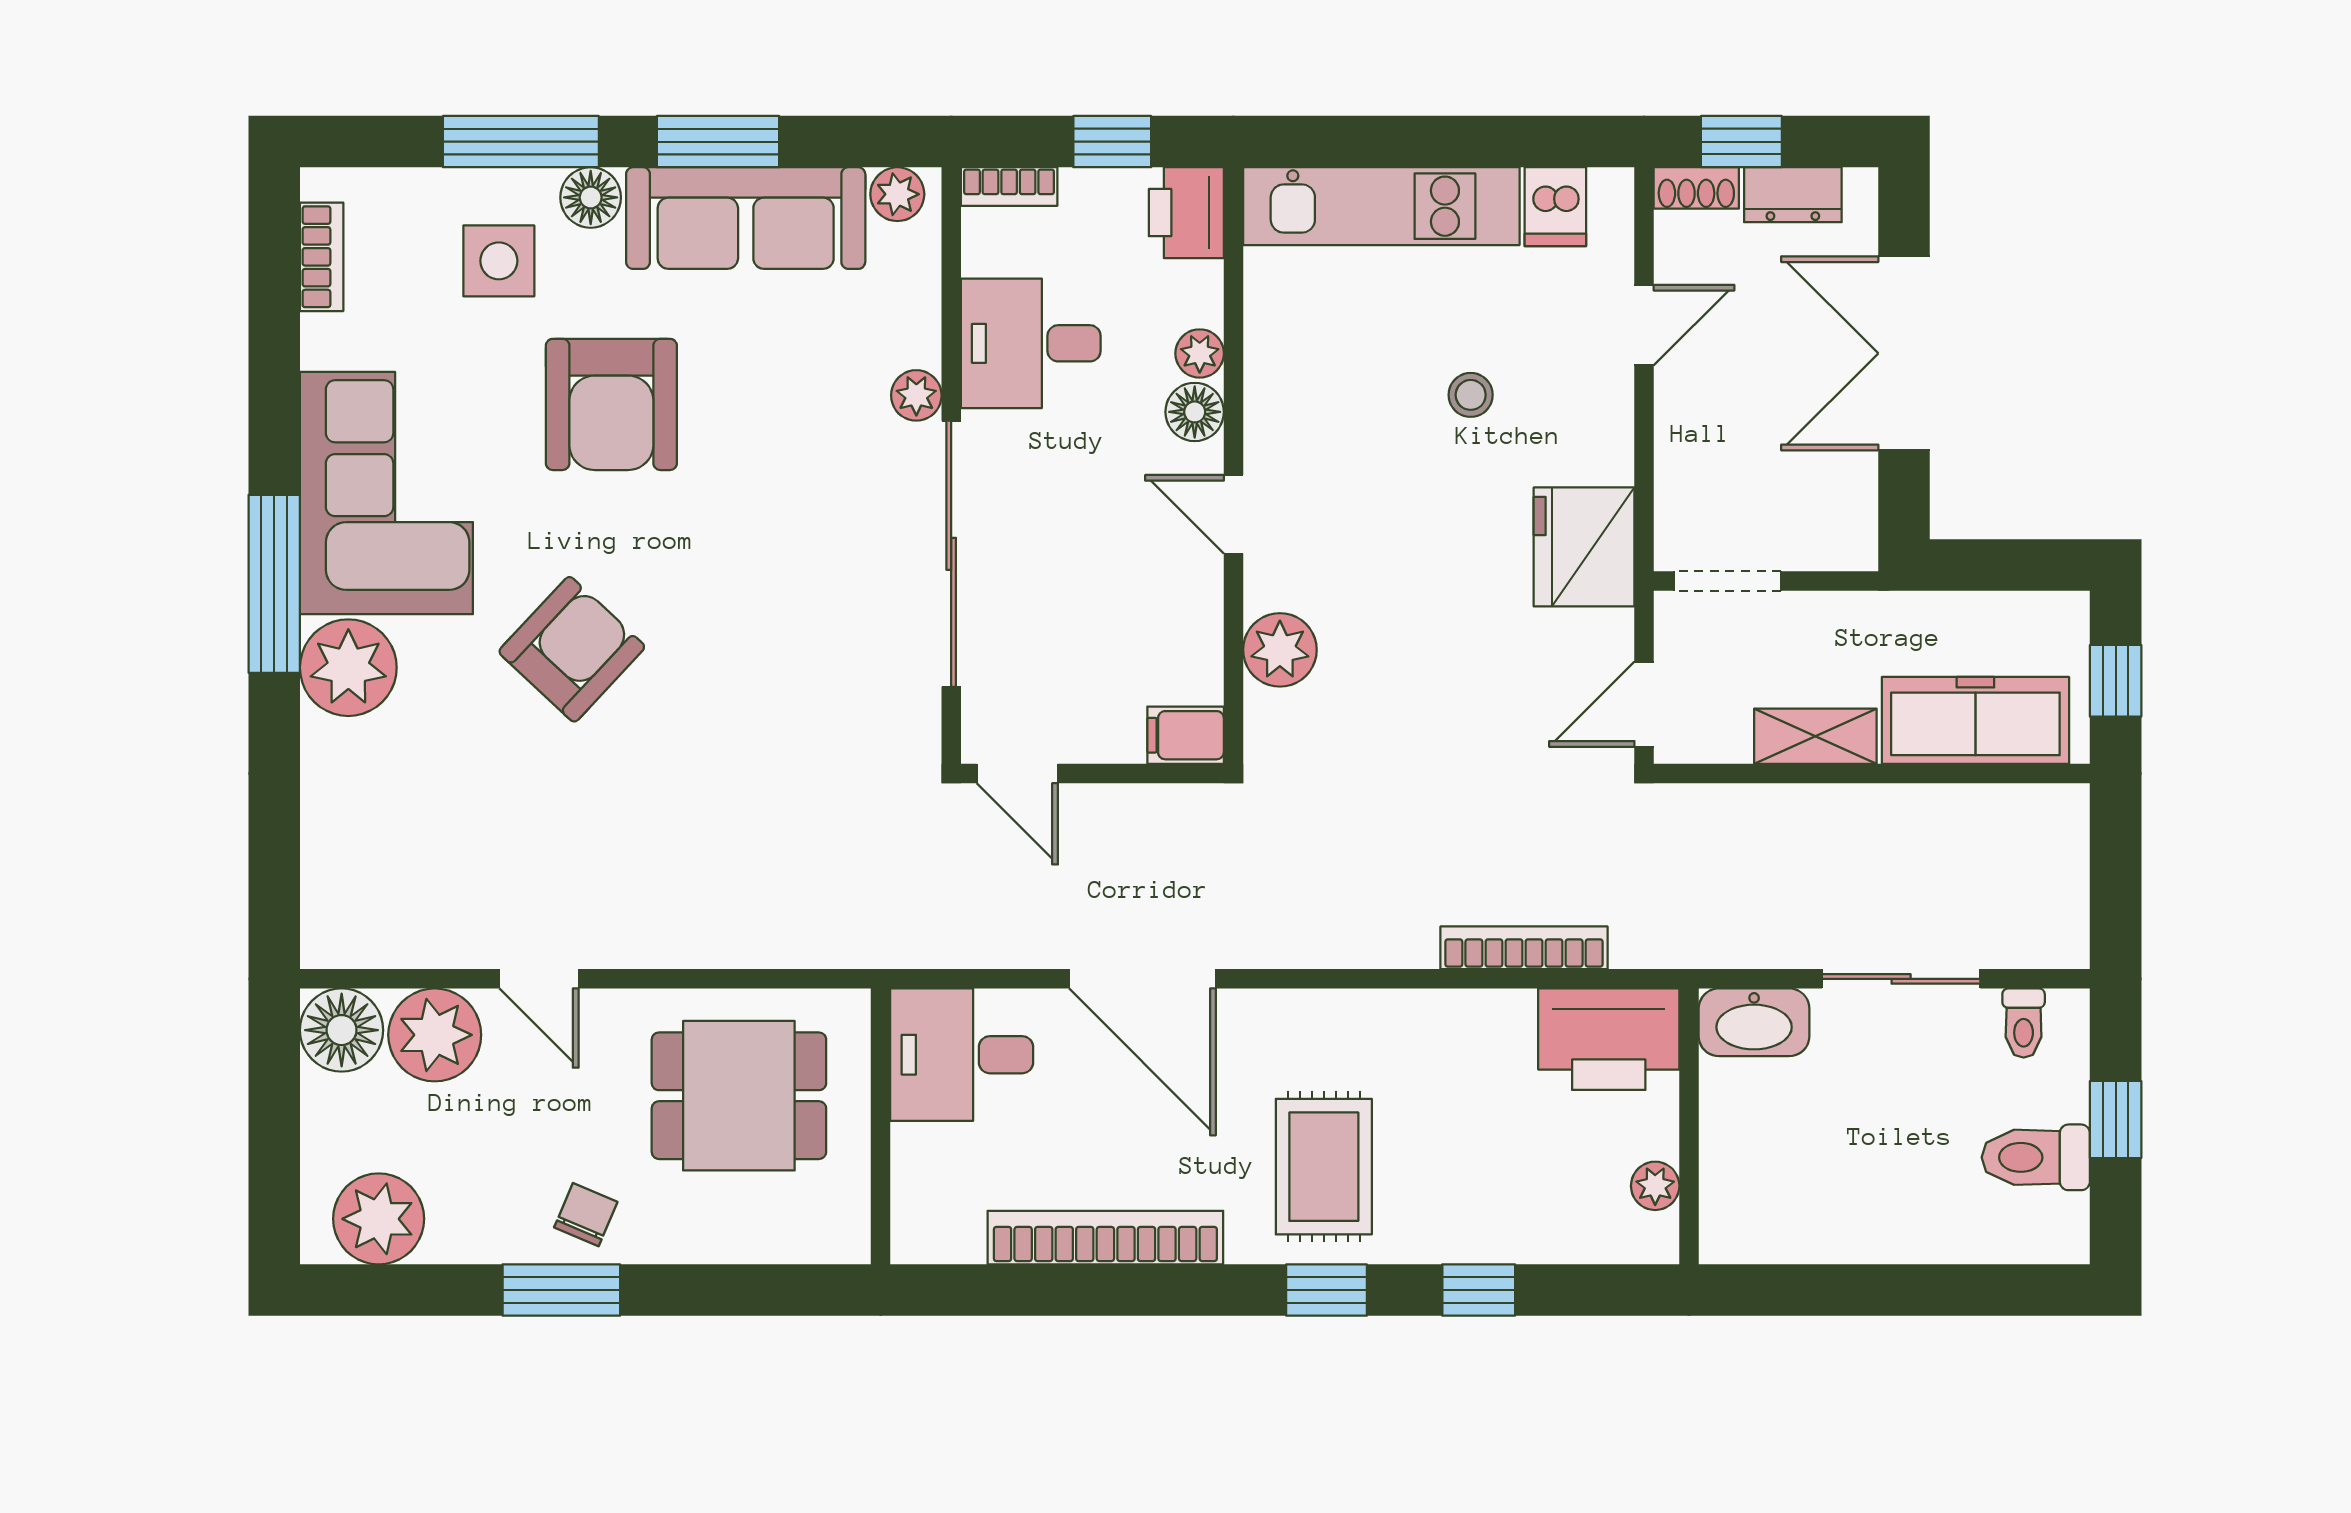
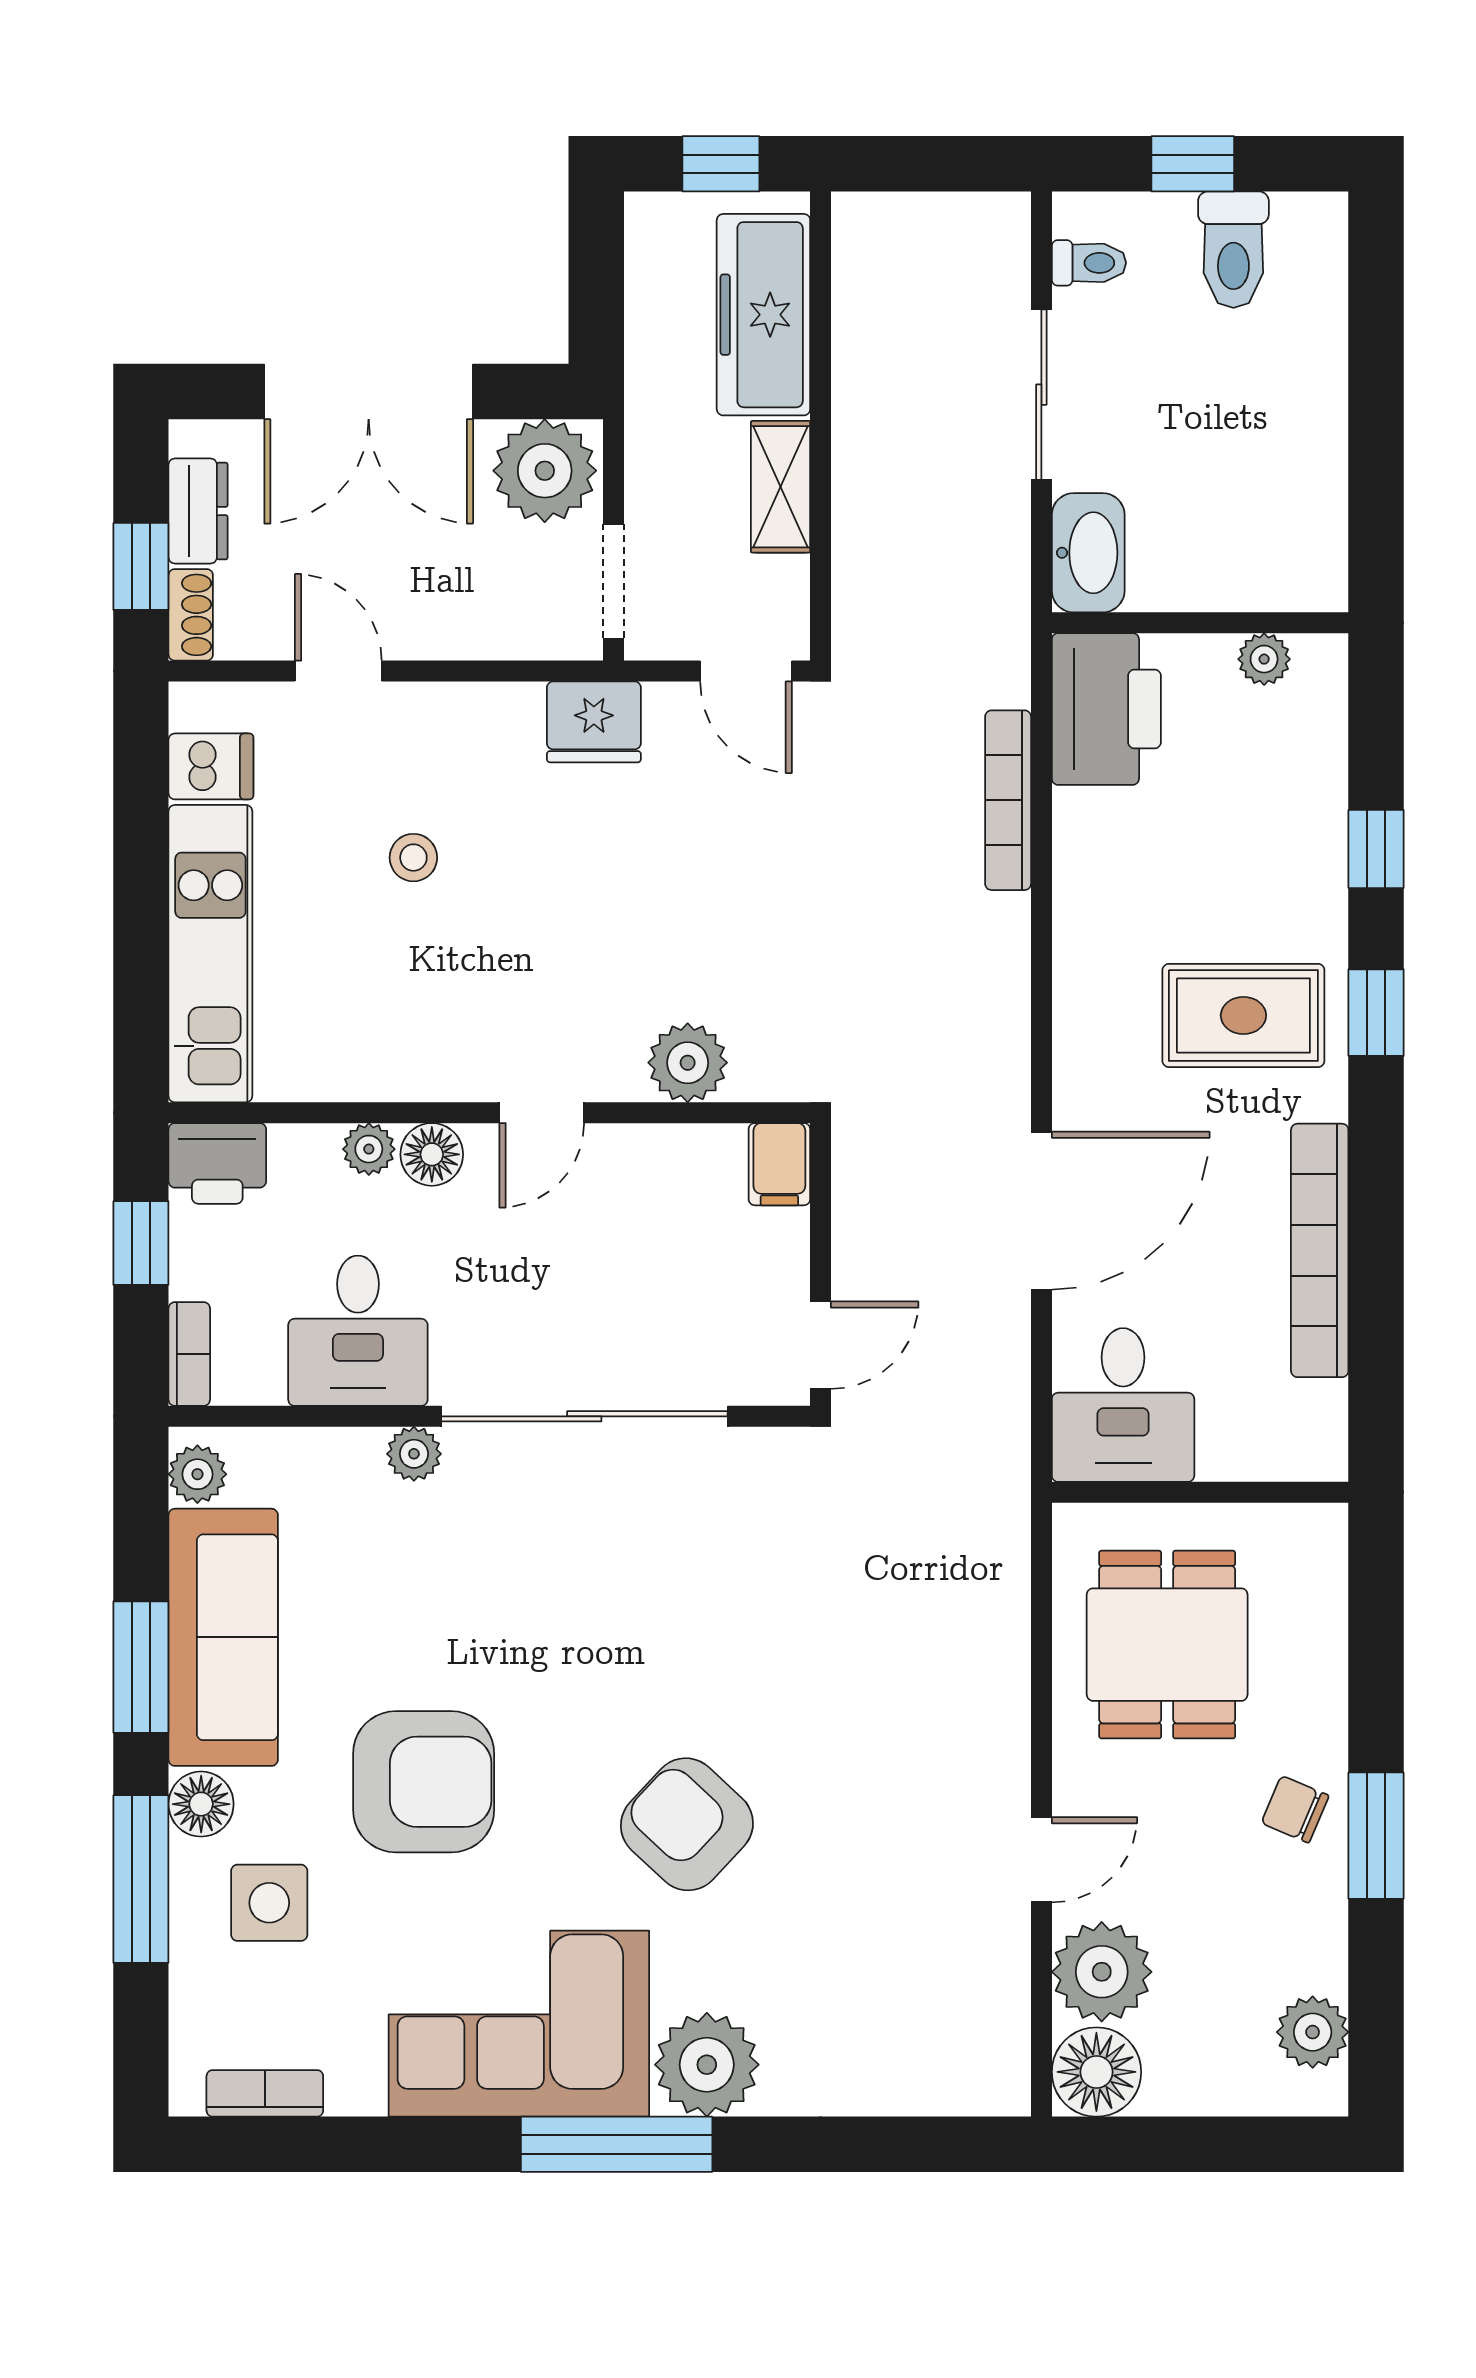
plant: (1830, 517) -> (545, 471), added
fridge: (1584, 547) -> (594, 722), width x0.73, depth x0.75
plant: (379, 1219) -> (1313, 2032), width x0.73, depth x0.73

